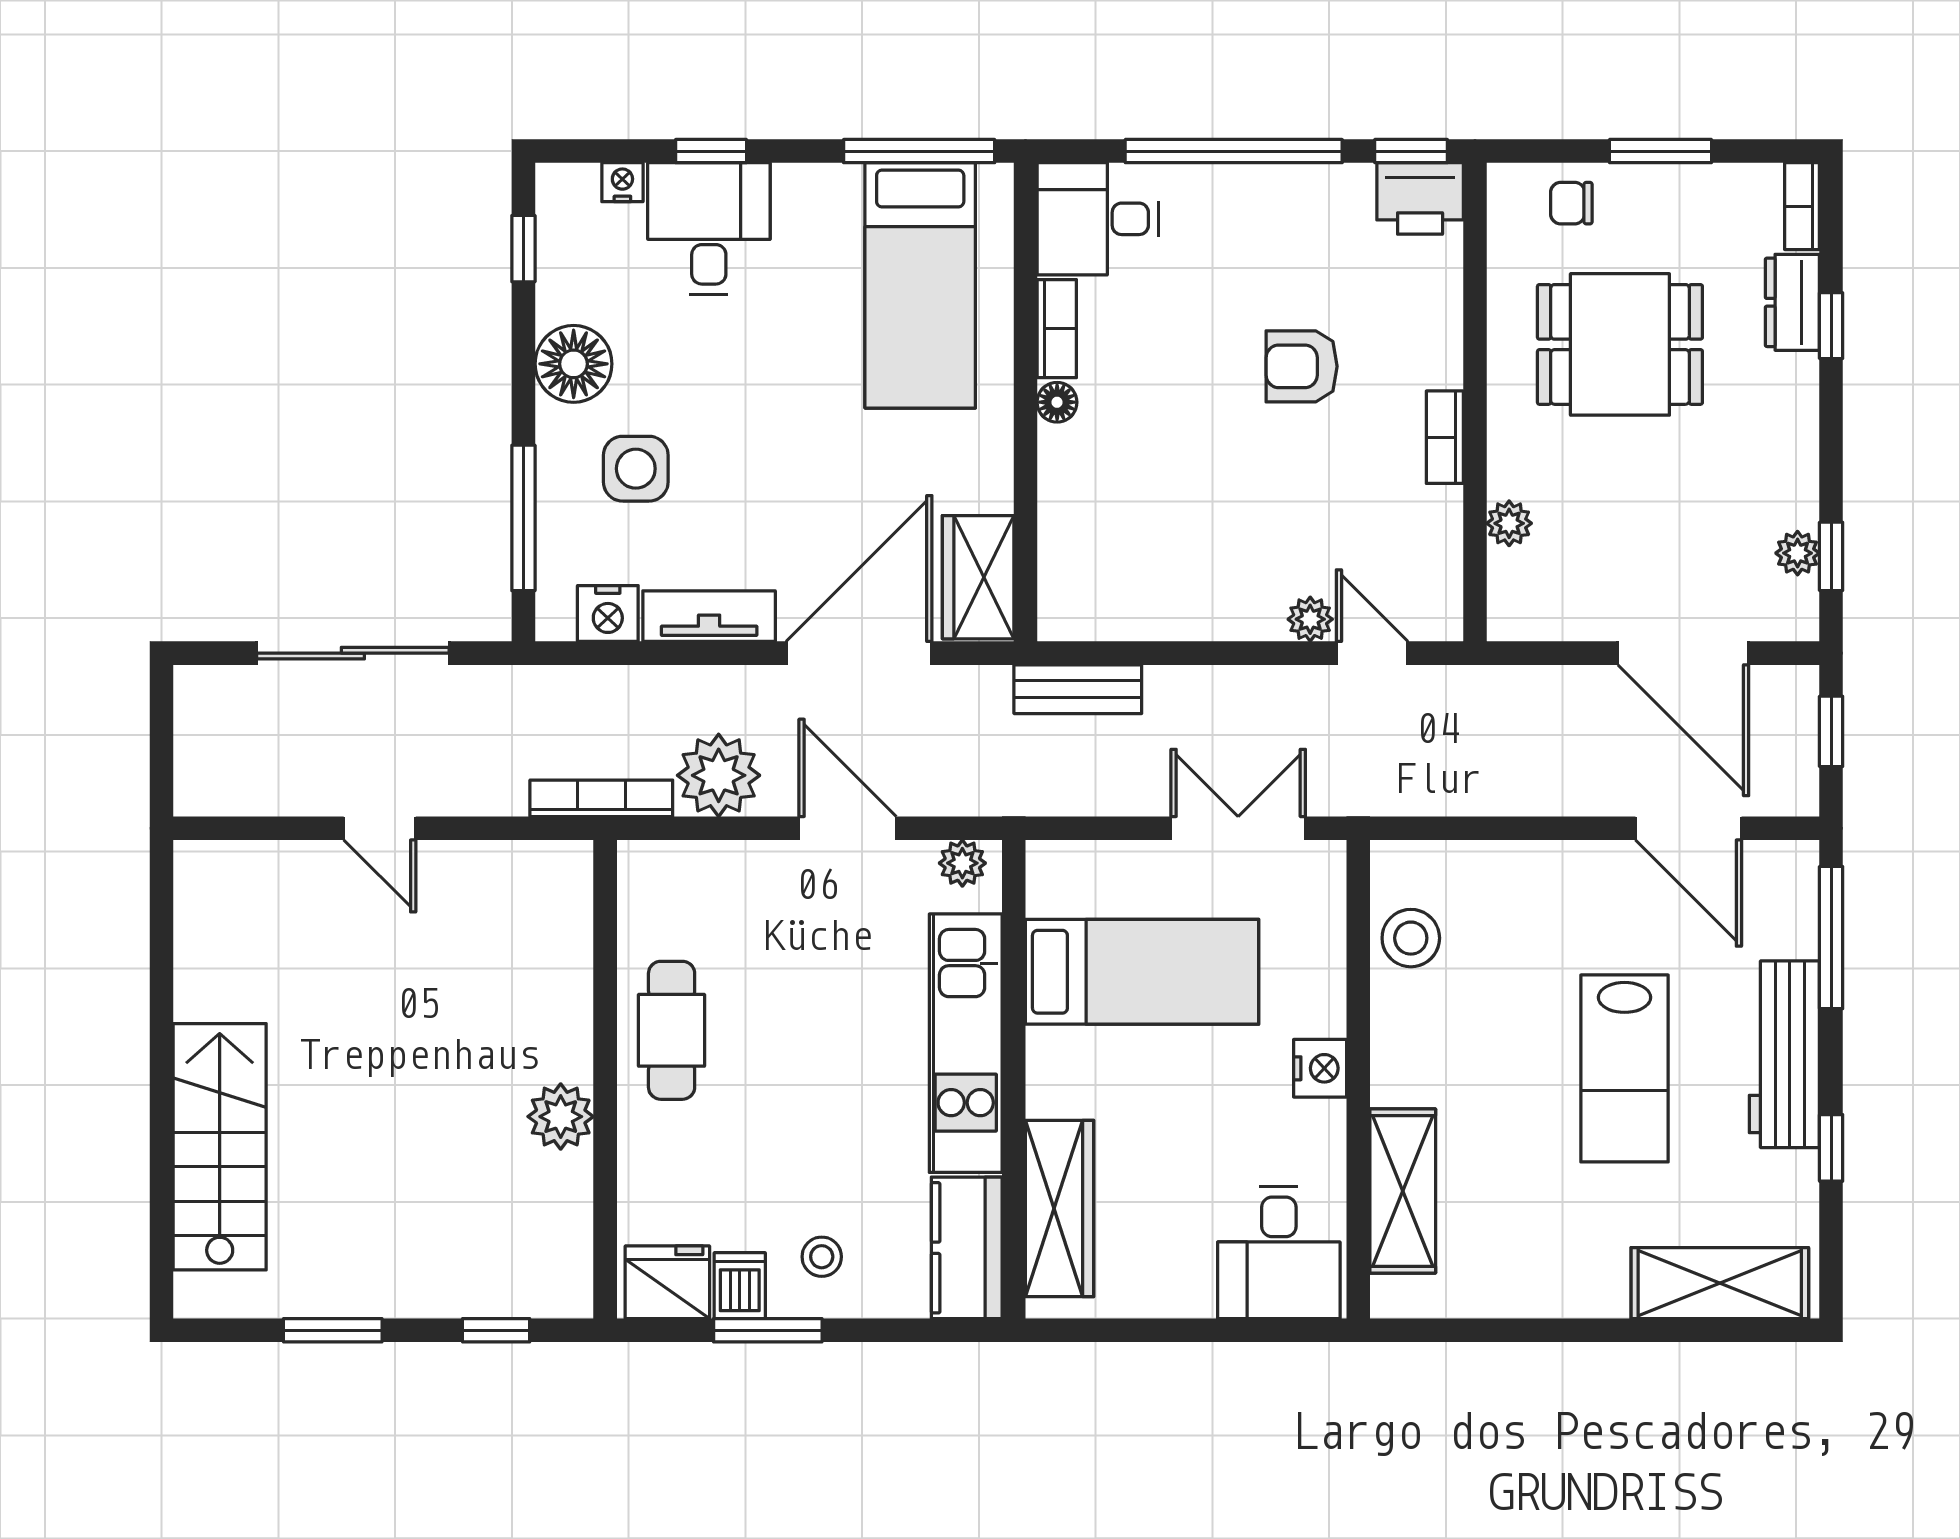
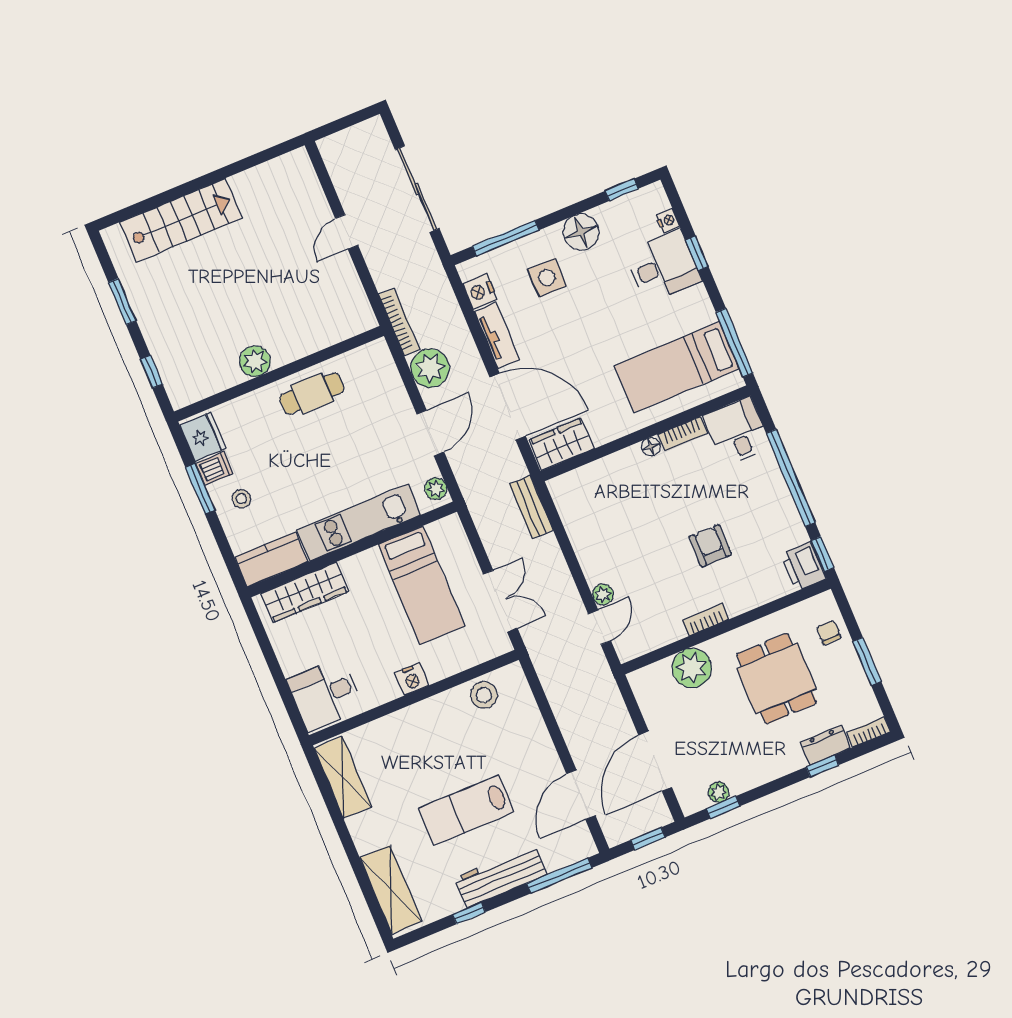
plant: (1509, 523) -> (692, 668), width x1.88, depth x1.88
shelving: (1403, 1191) -> (343, 777), moved, turned 90

